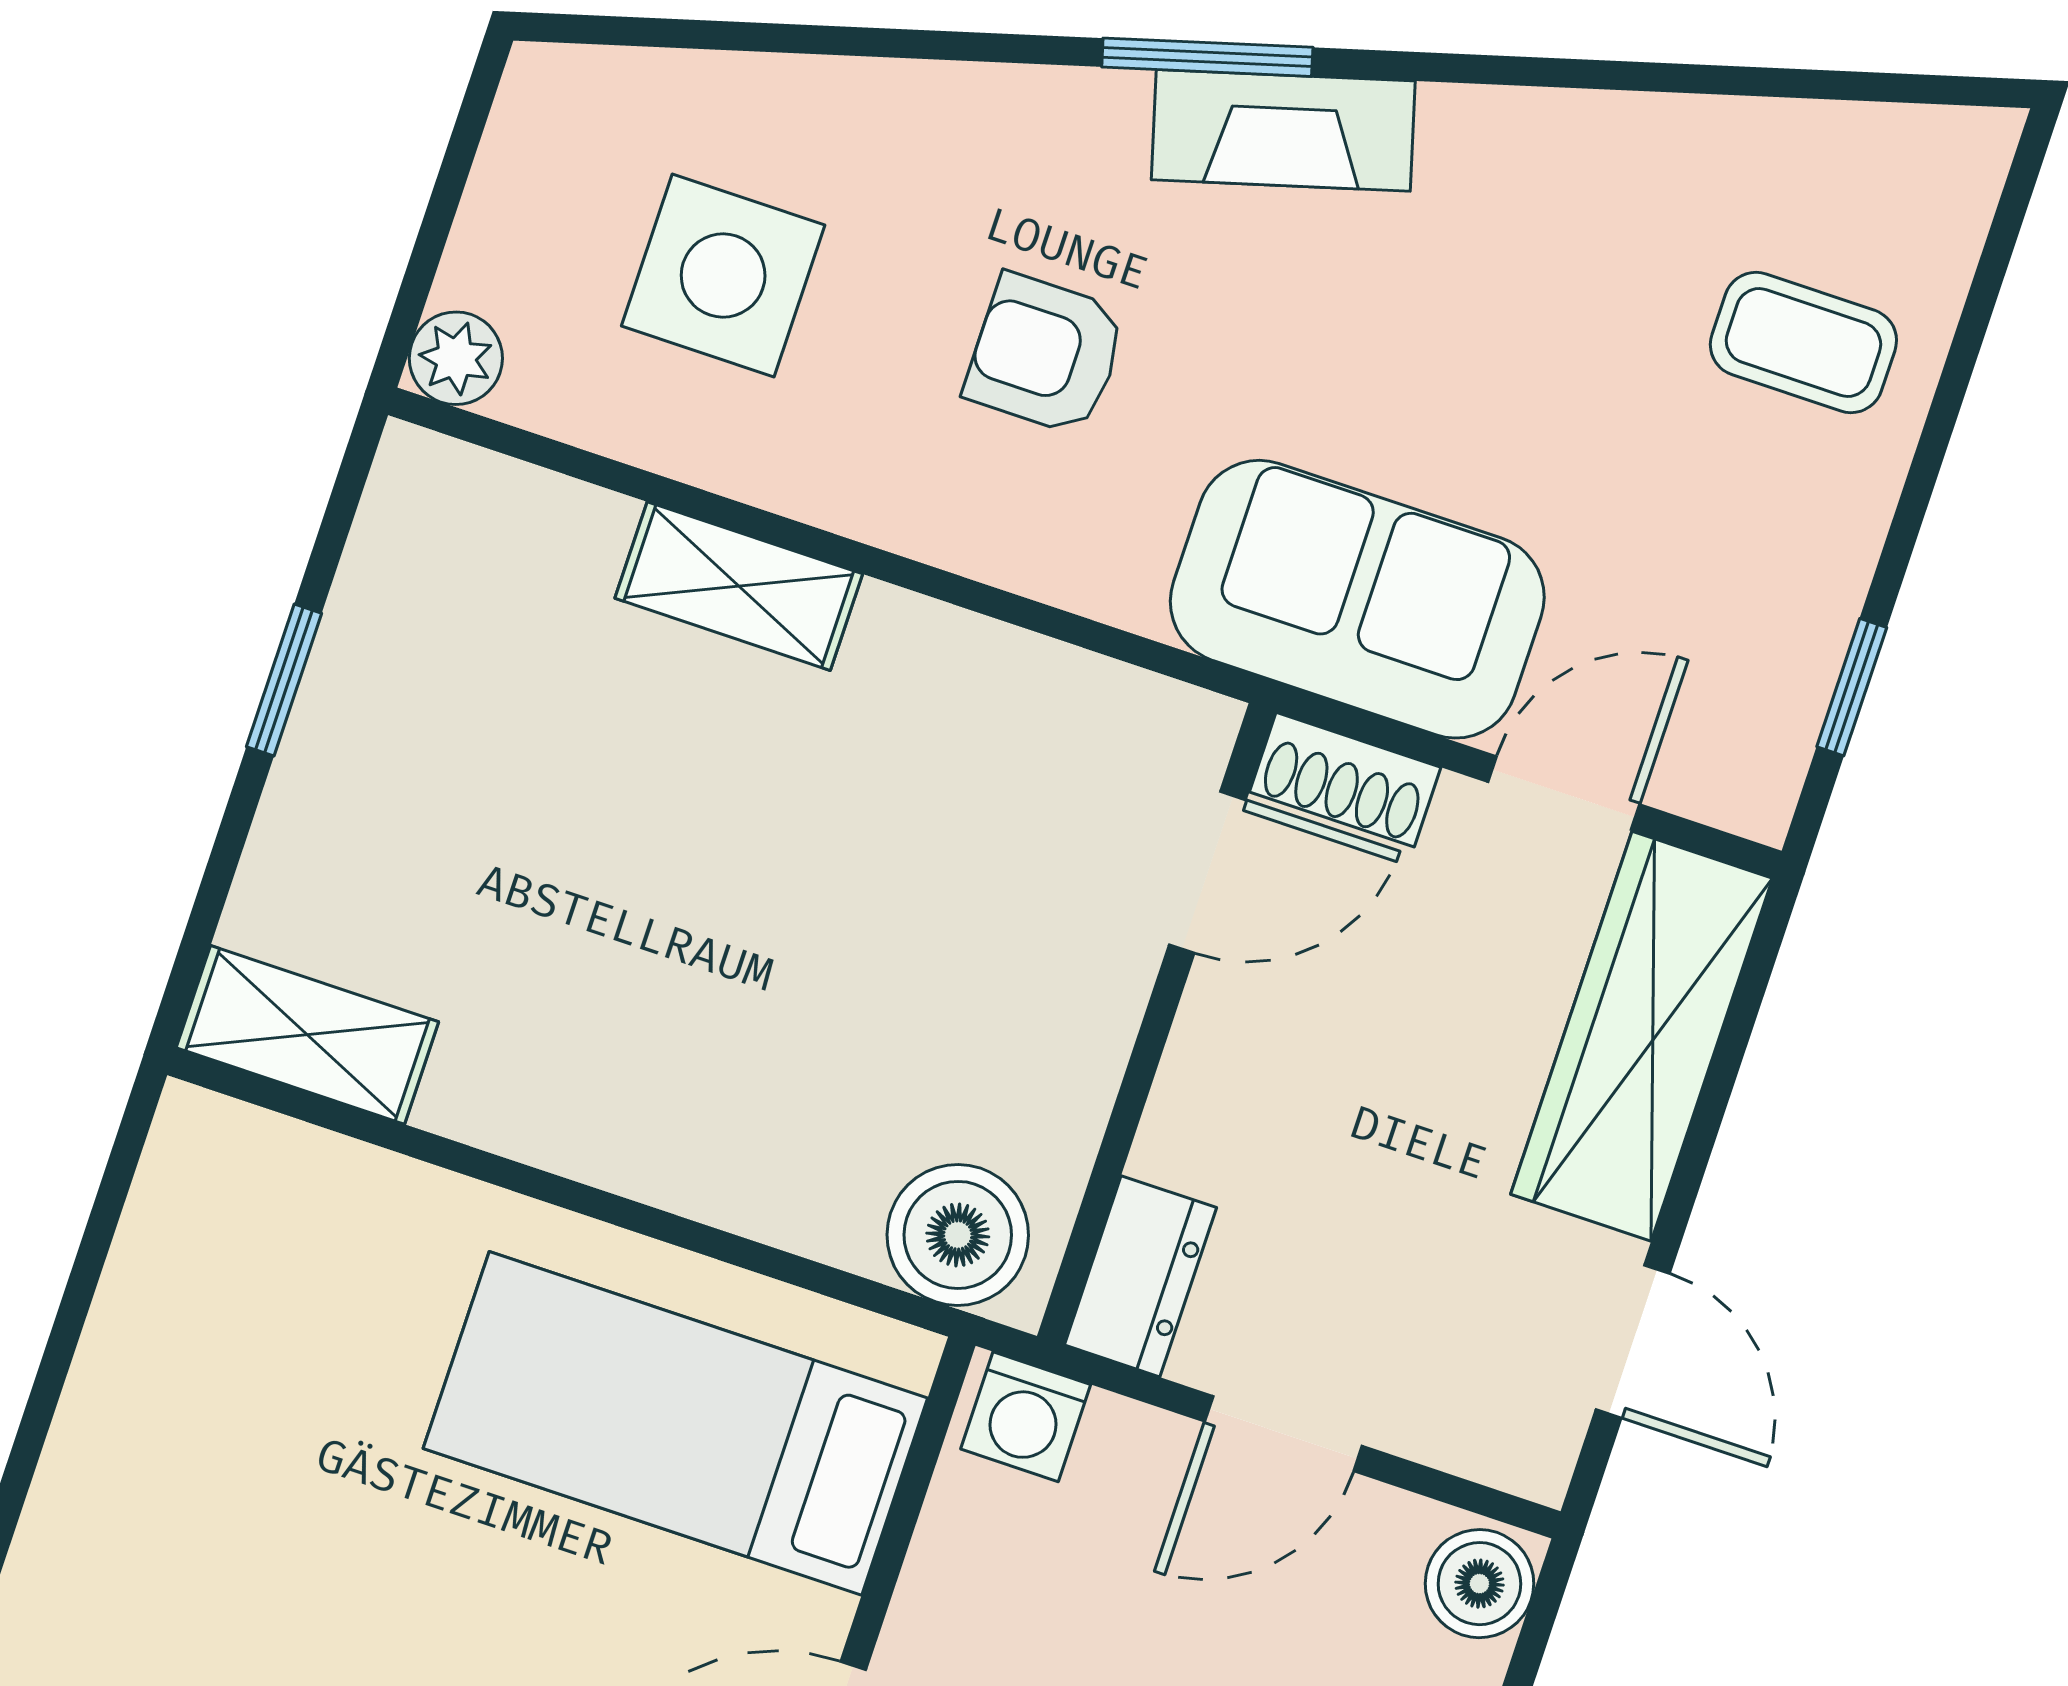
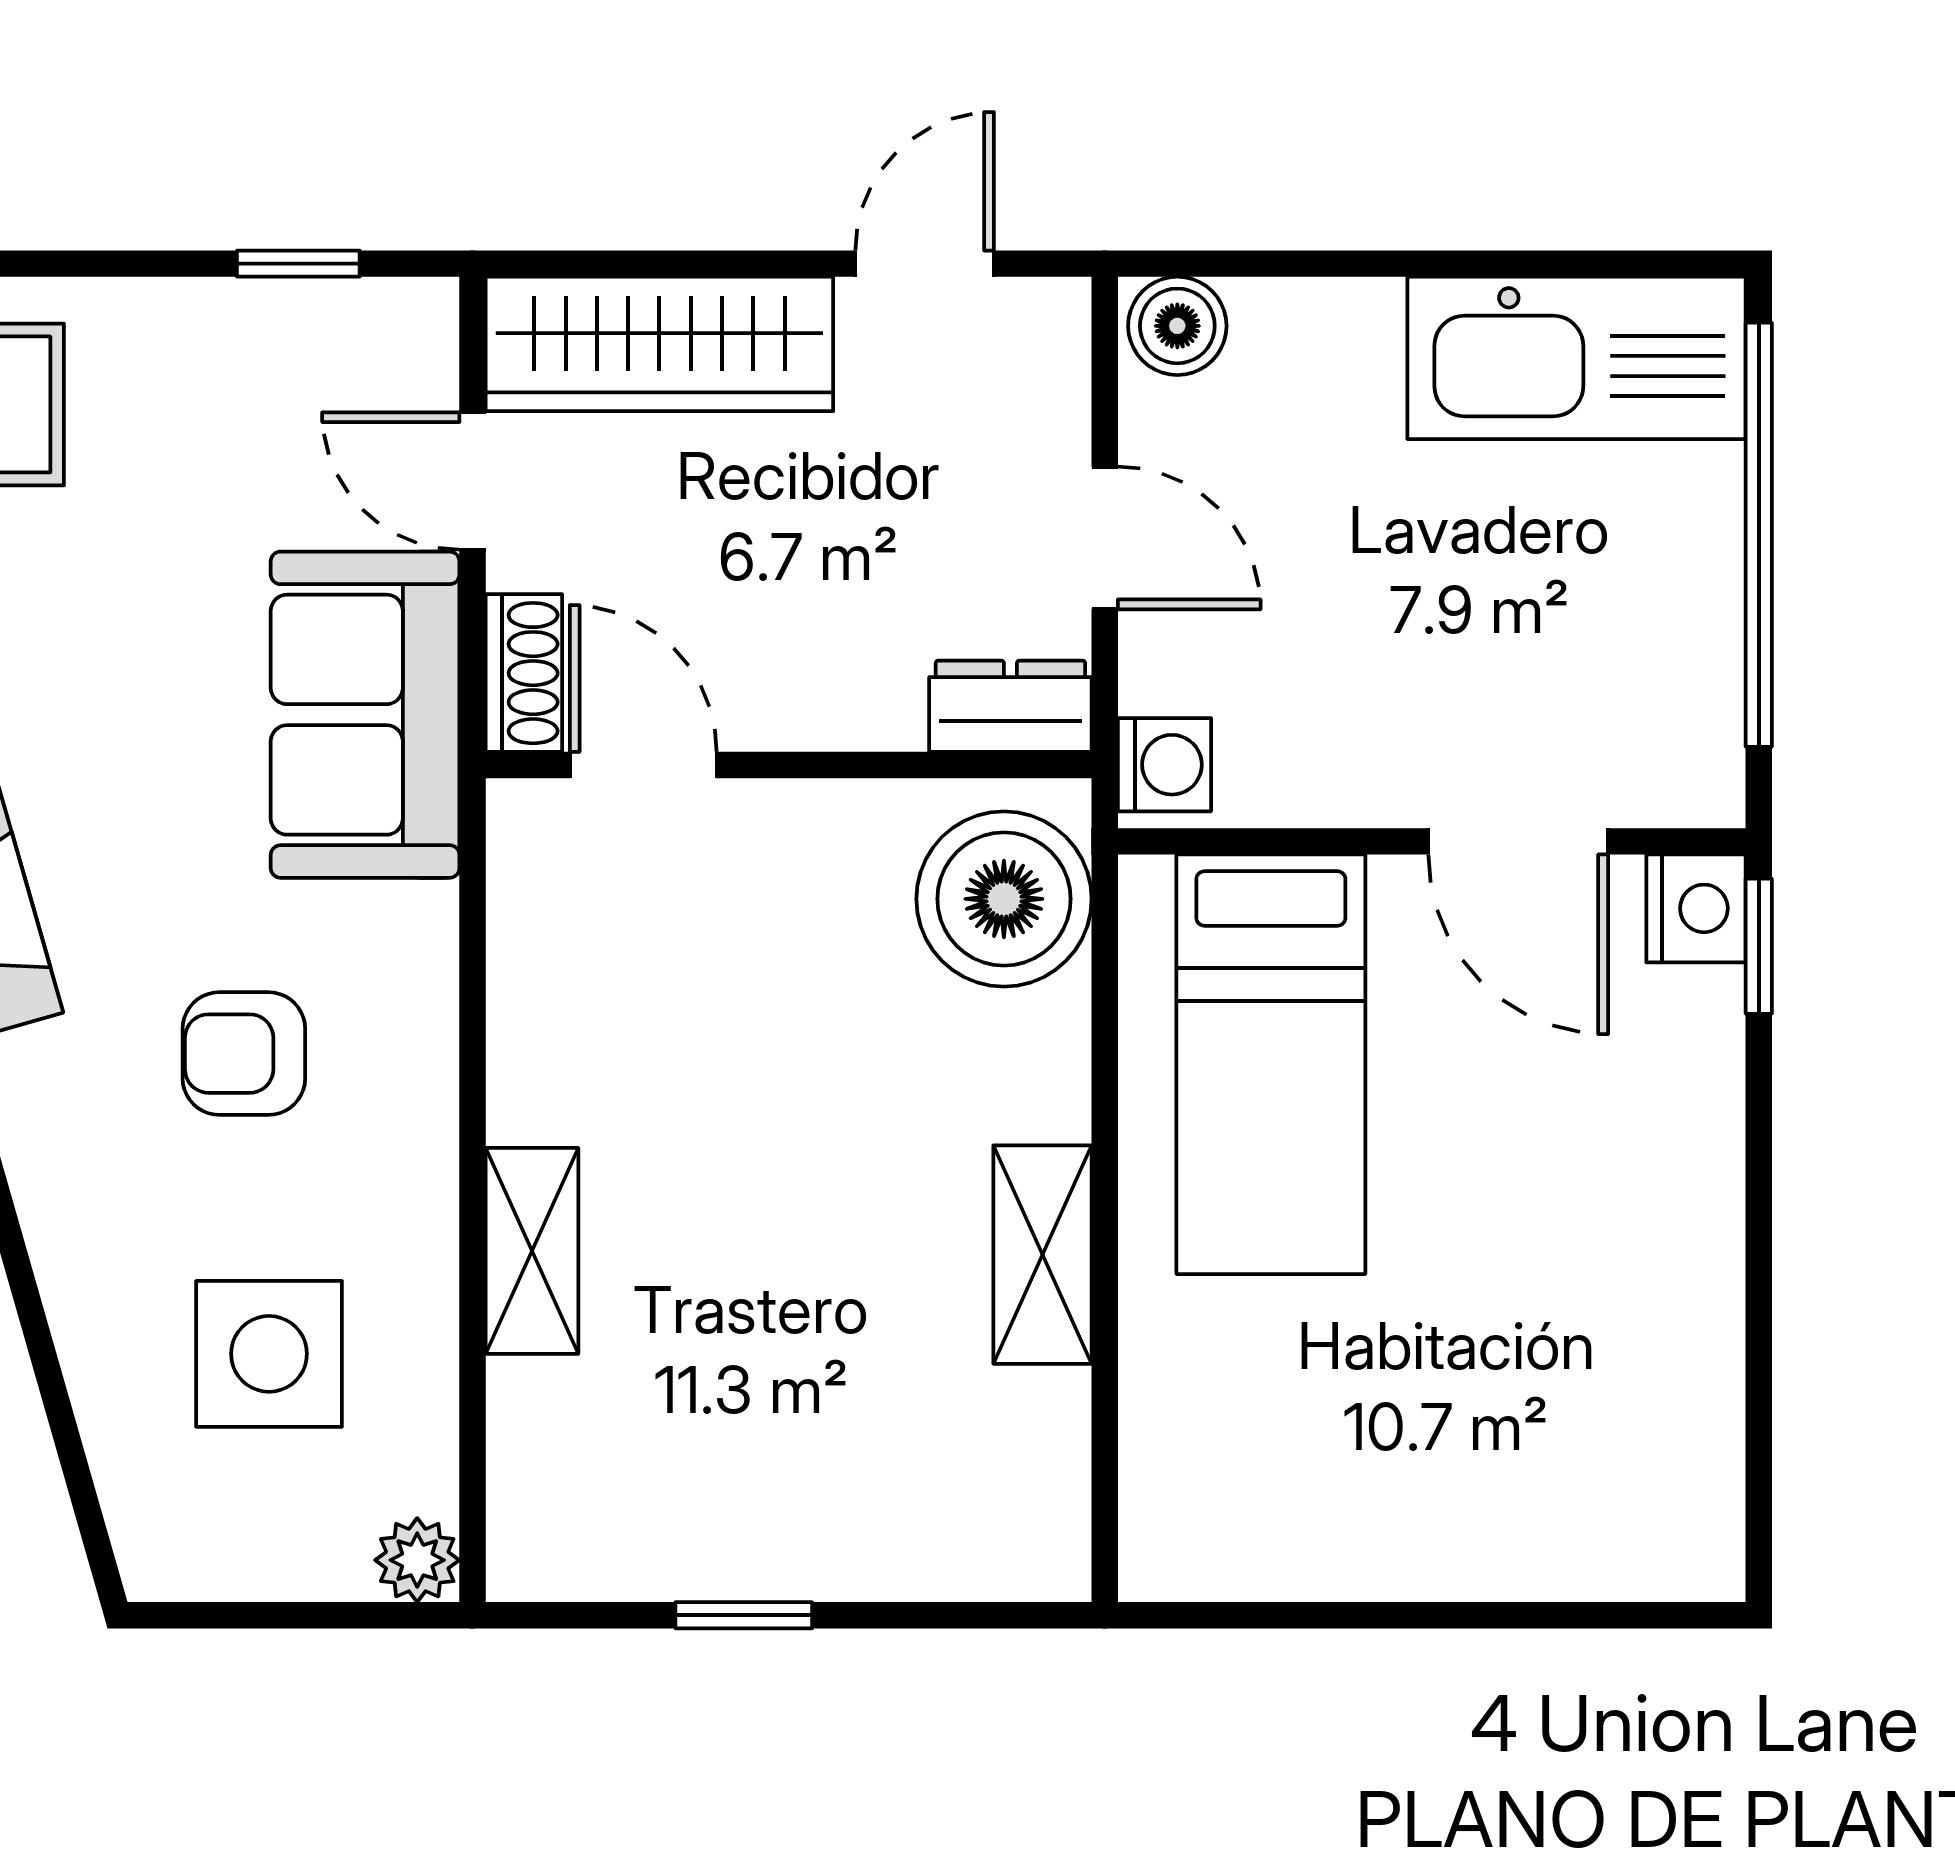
armchair: (1046, 354) -> (244, 1054), turned 90
shelving: (307, 1035) -> (1042, 1255), moved
boiler: (958, 1235) -> (1004, 899), width x1.37, depth x1.37

